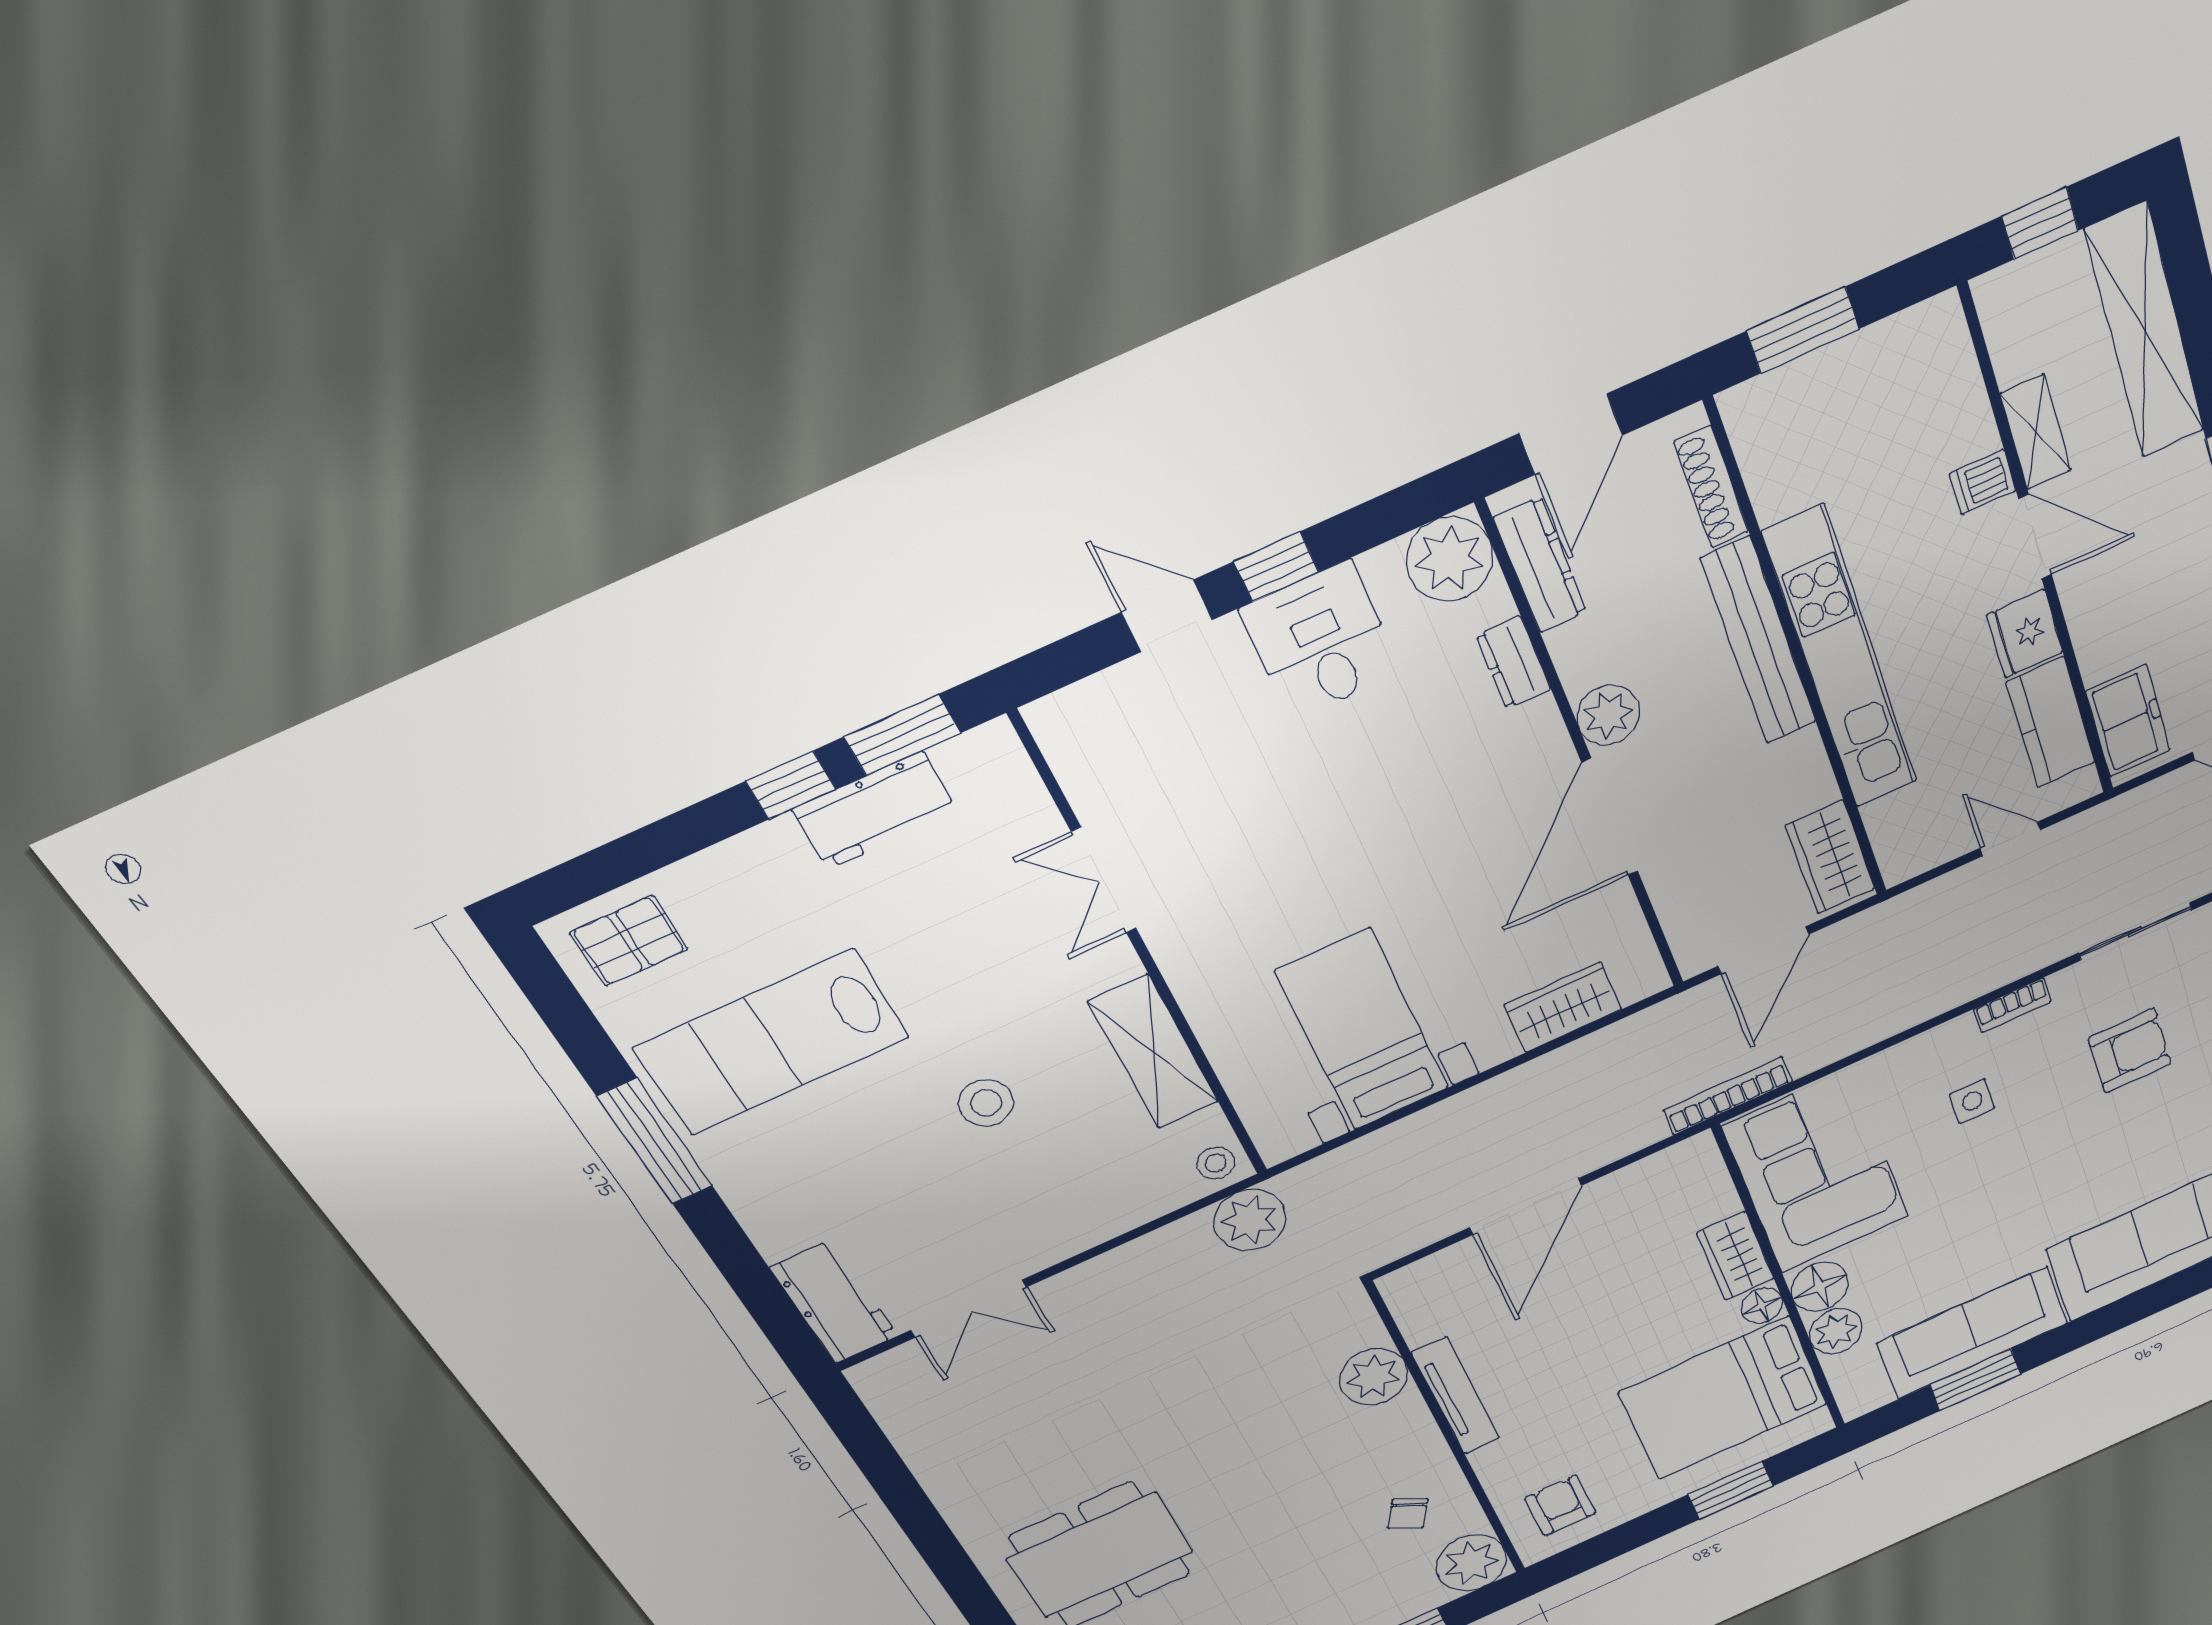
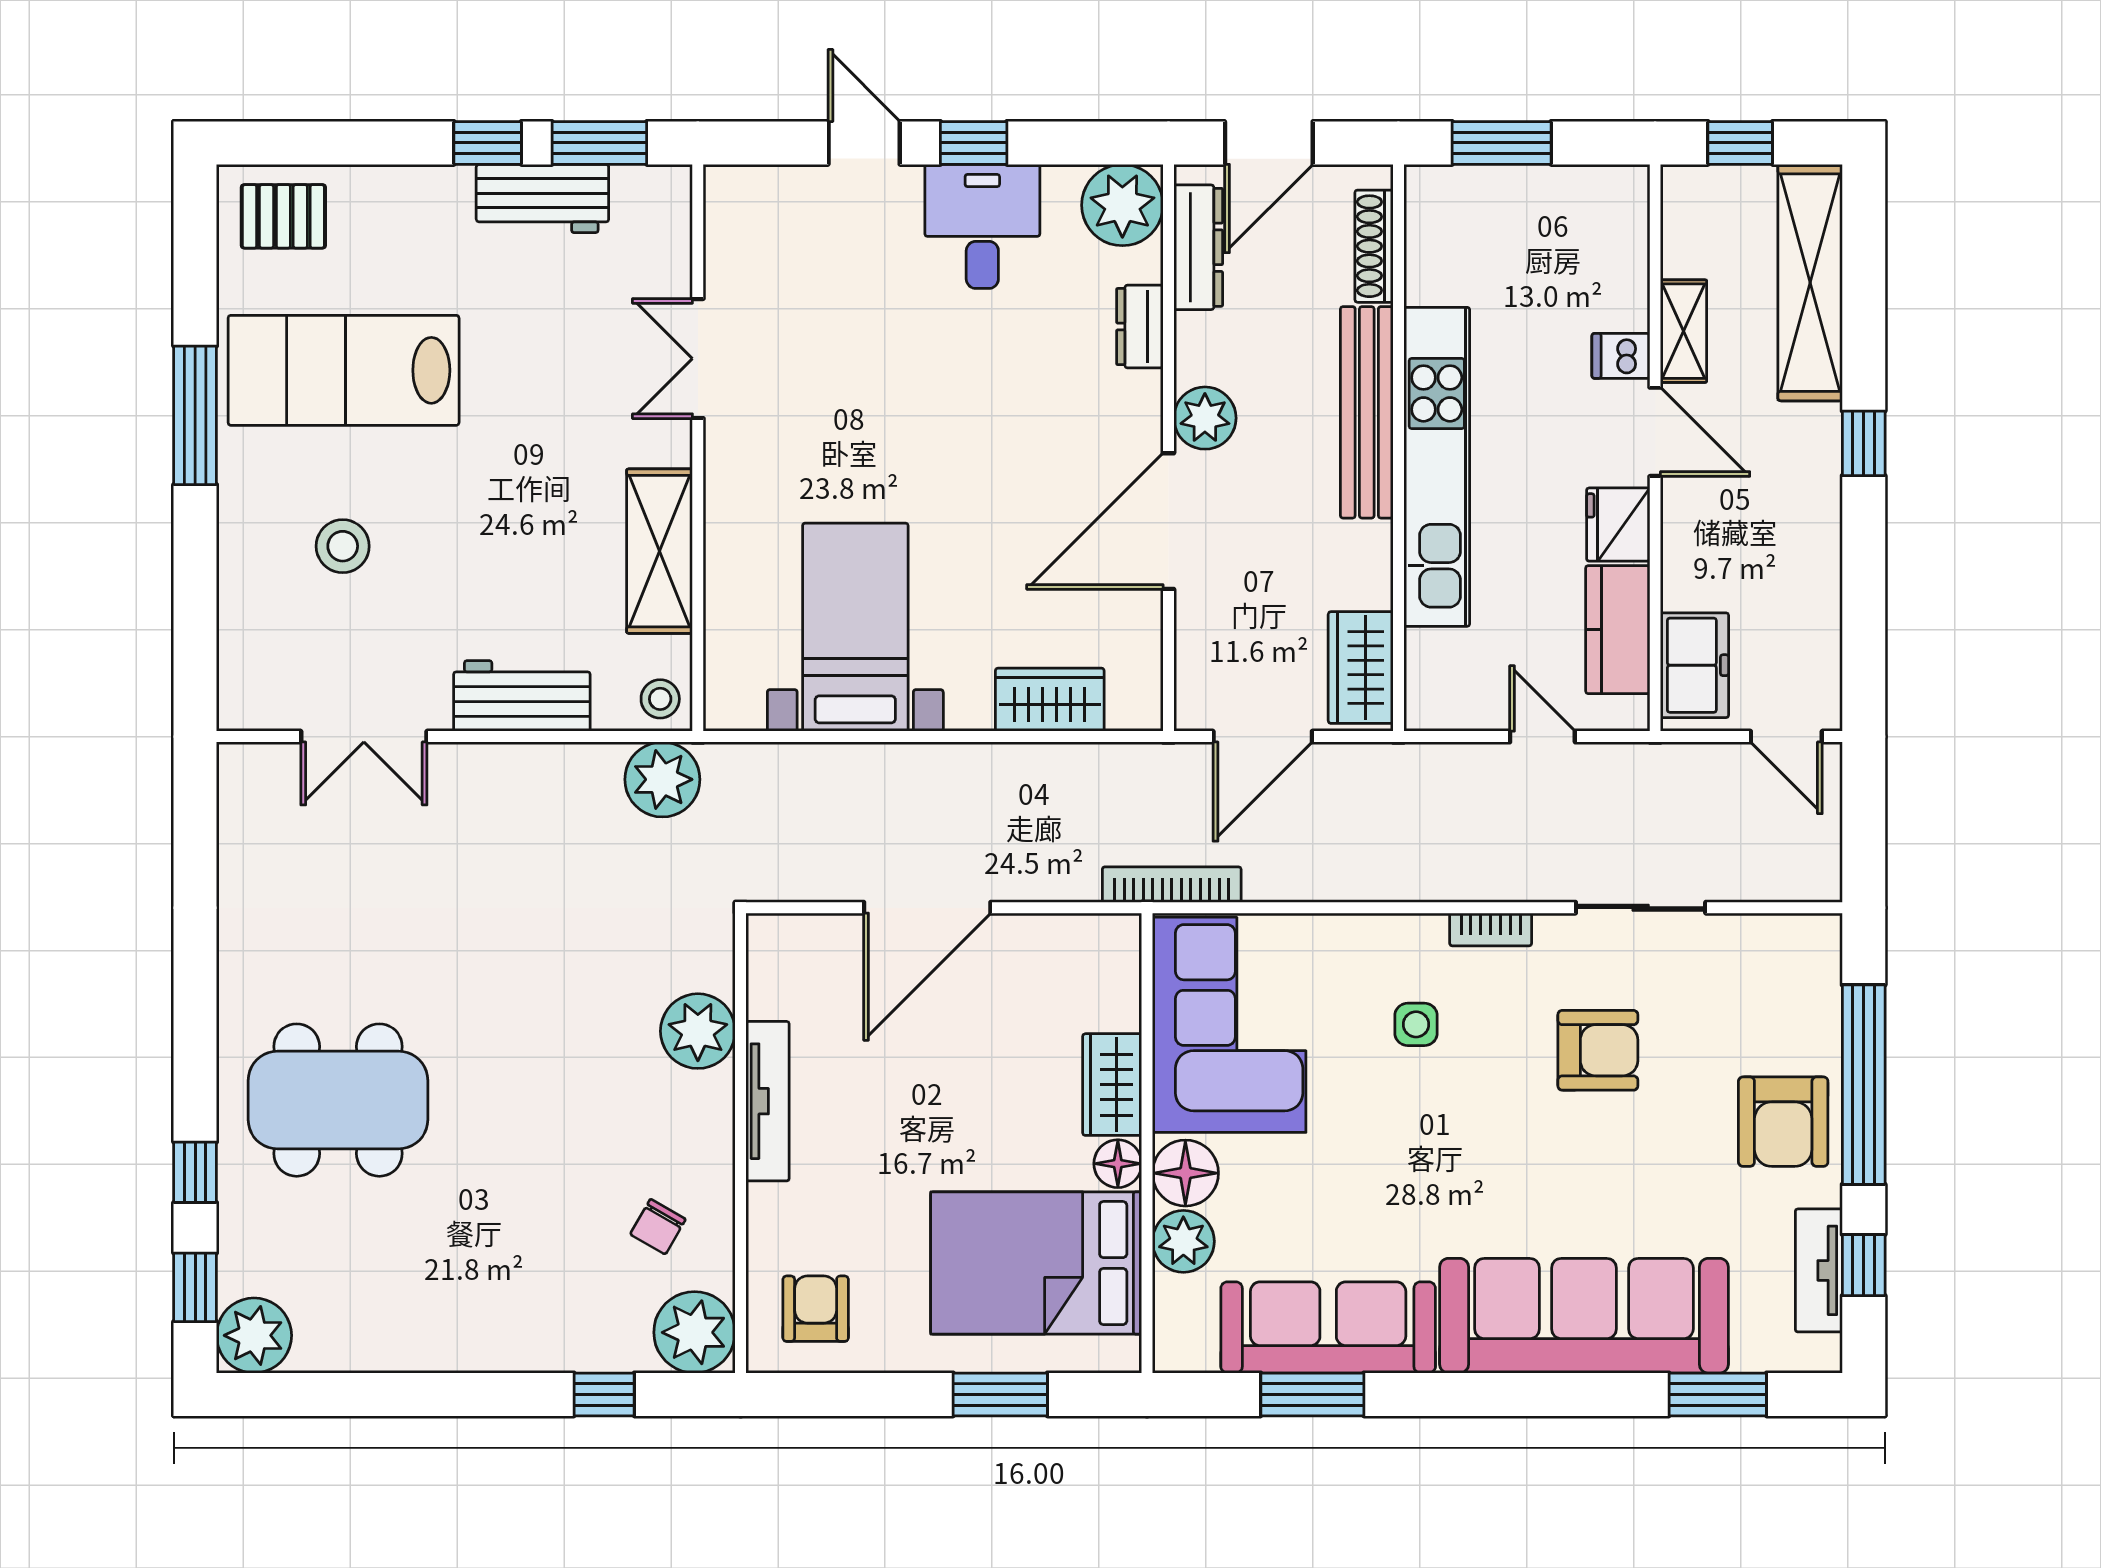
stool: (986, 1103) -> (343, 546), moved
workbench: (834, 1302) -> (522, 696), moved, turned -90

